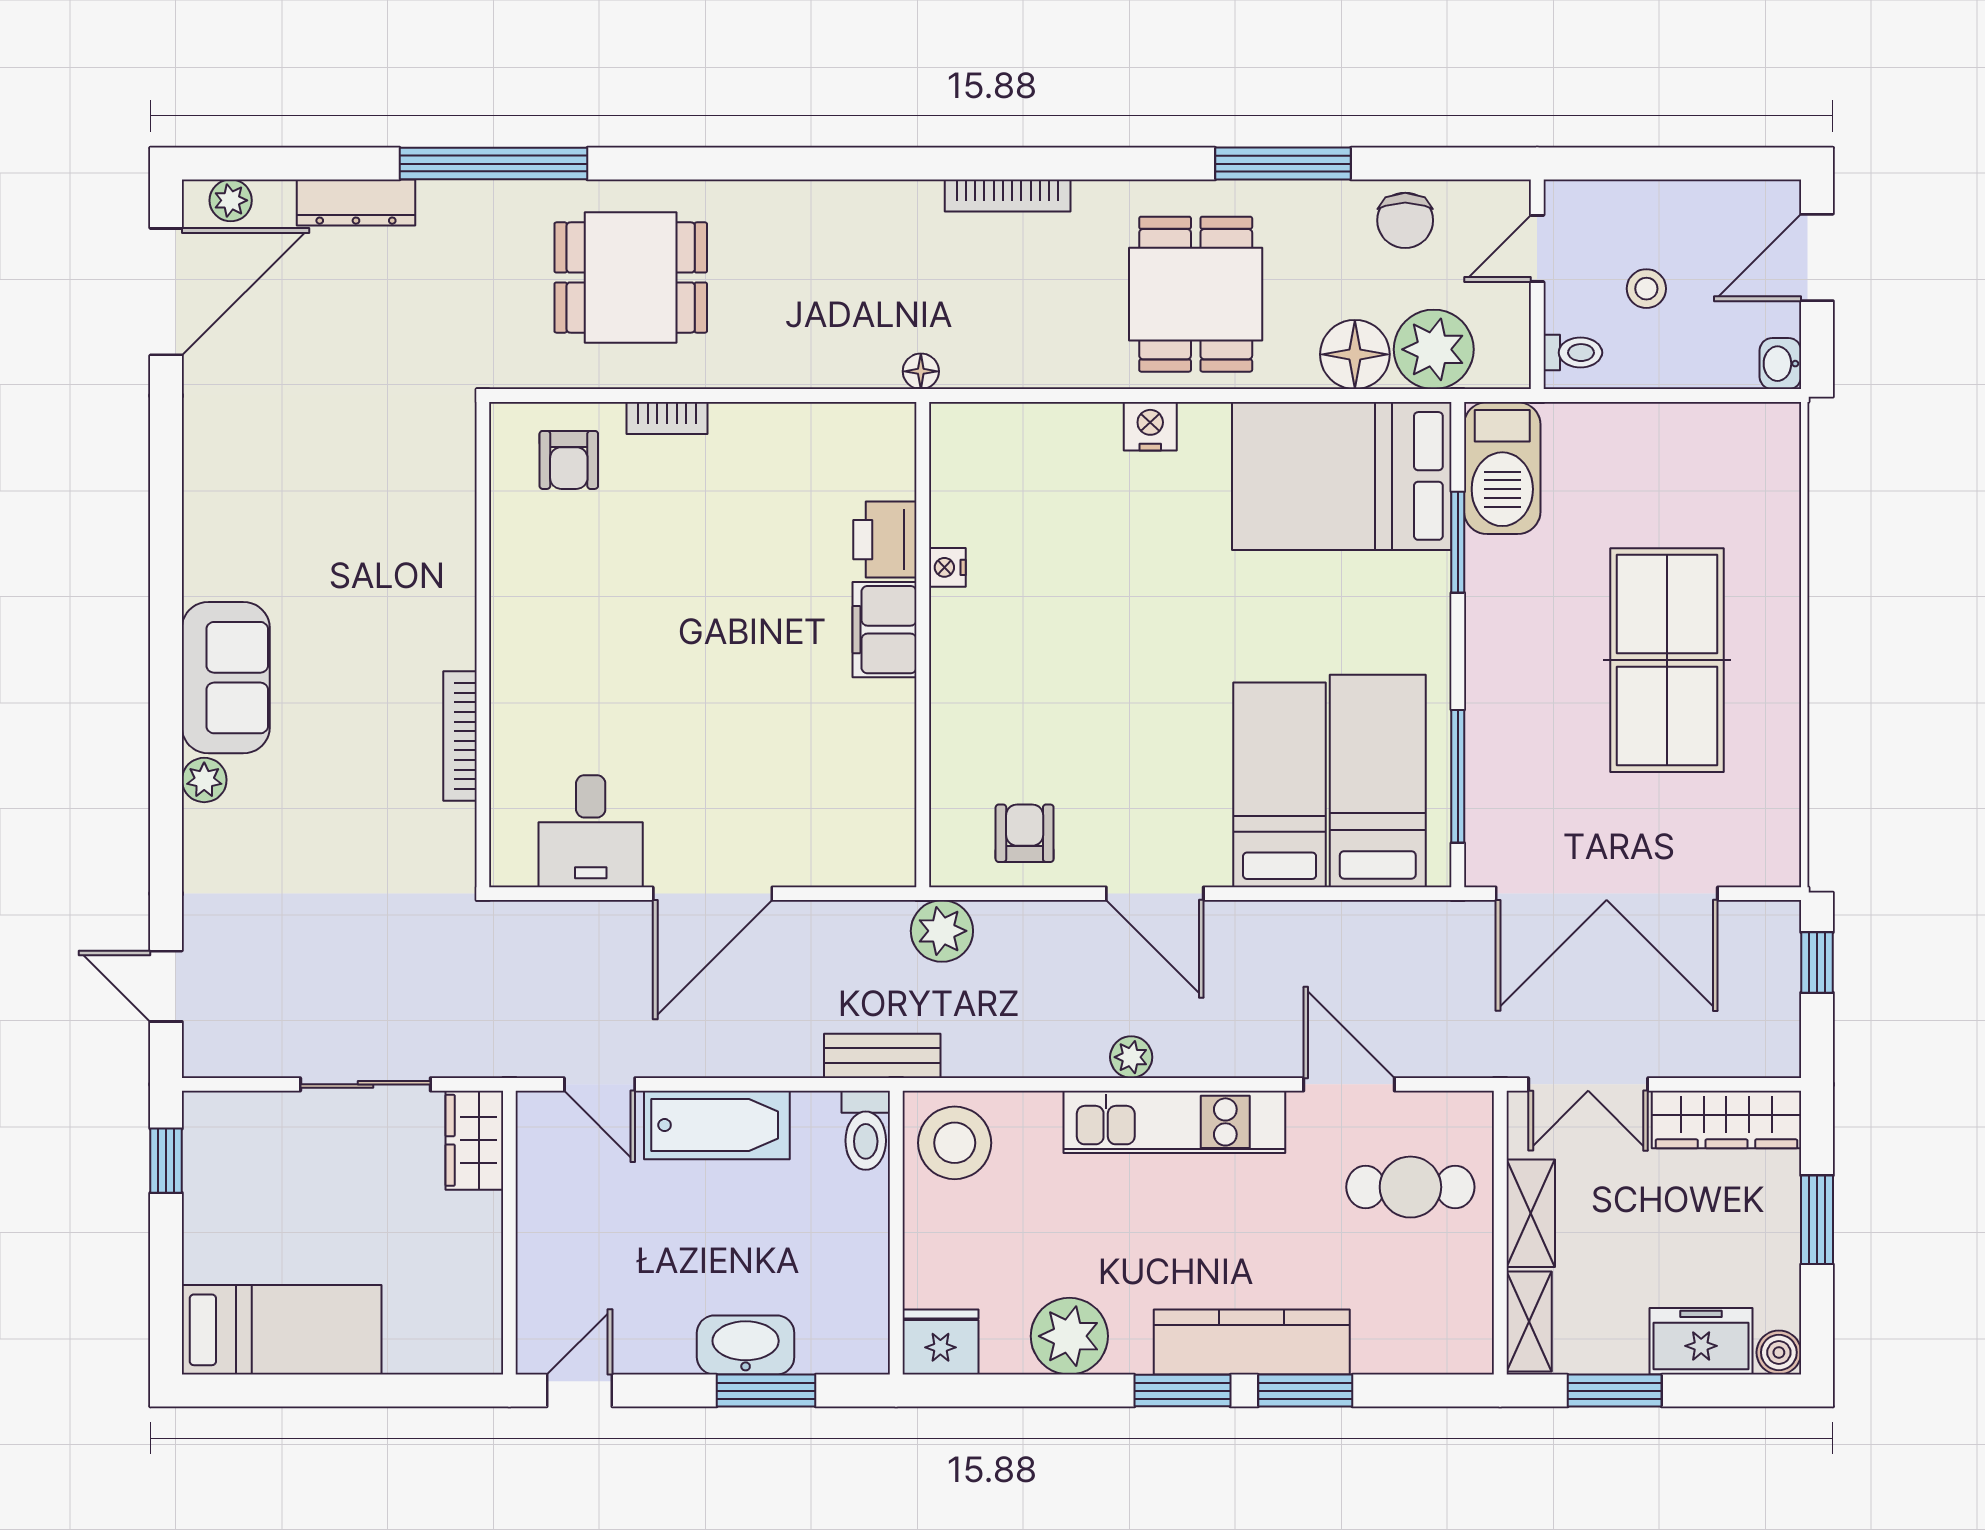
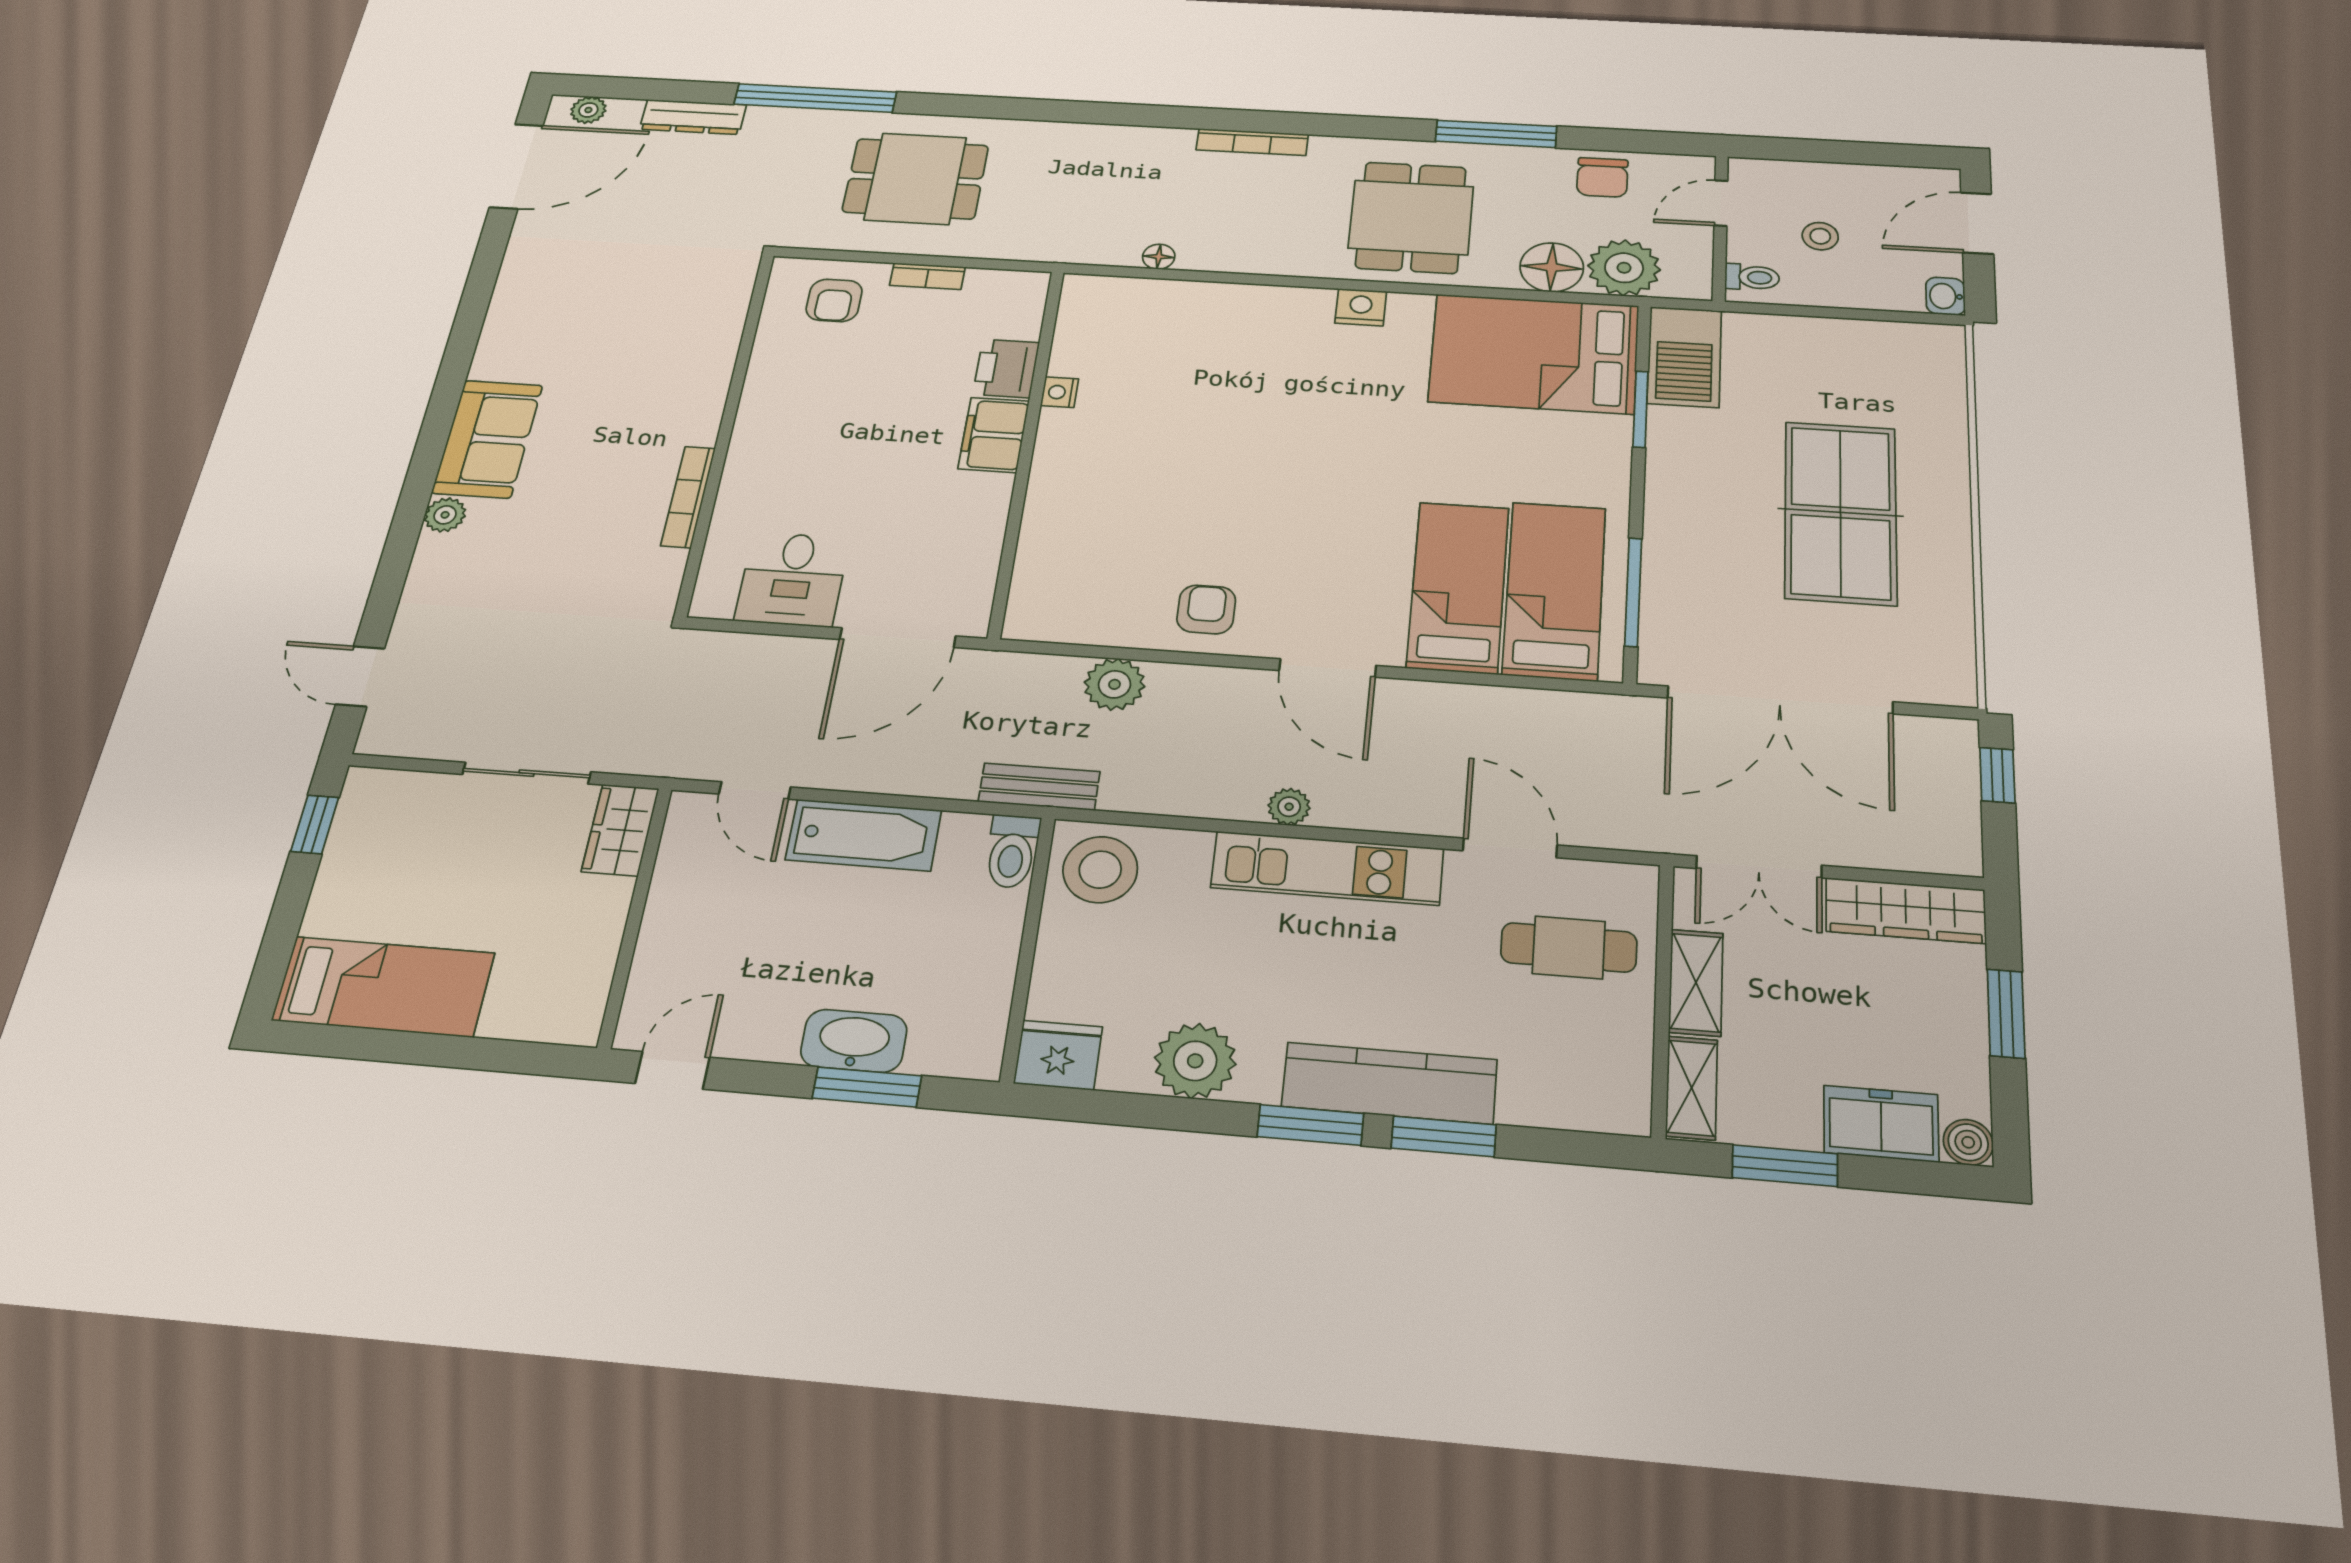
printer: (885, 540) -> (1006, 368), moved
nightstand: (947, 567) -> (1060, 392), moved
filing cabinet: (884, 630) -> (994, 435), moved
wall: (923, 645) -> (1027, 448), moved

